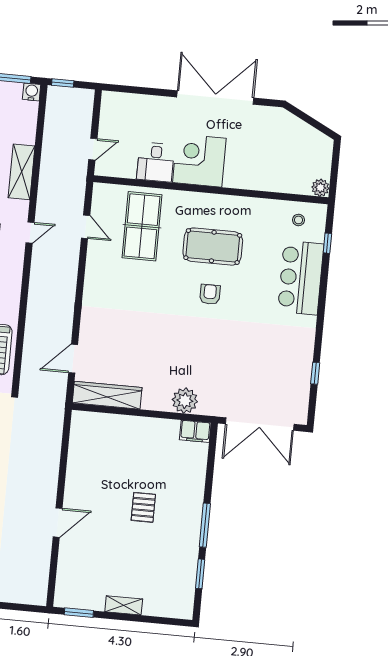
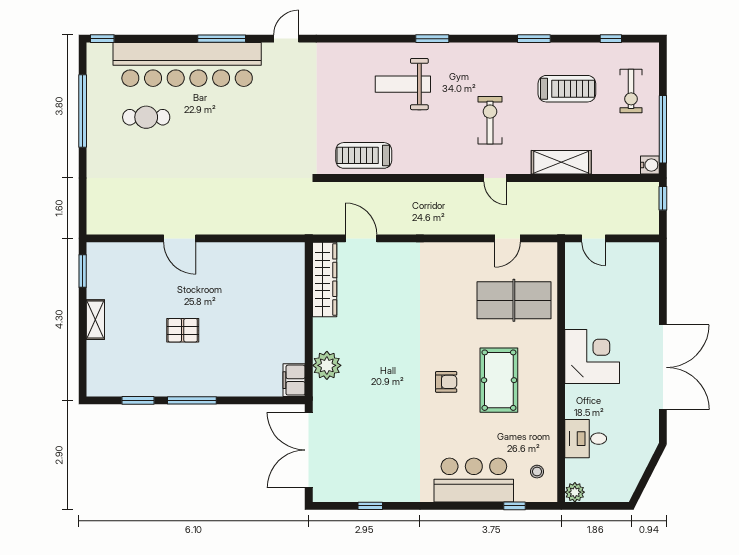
desk: (156, 162) -> (586, 439), moved
pallet: (143, 507) -> (183, 330), moved

